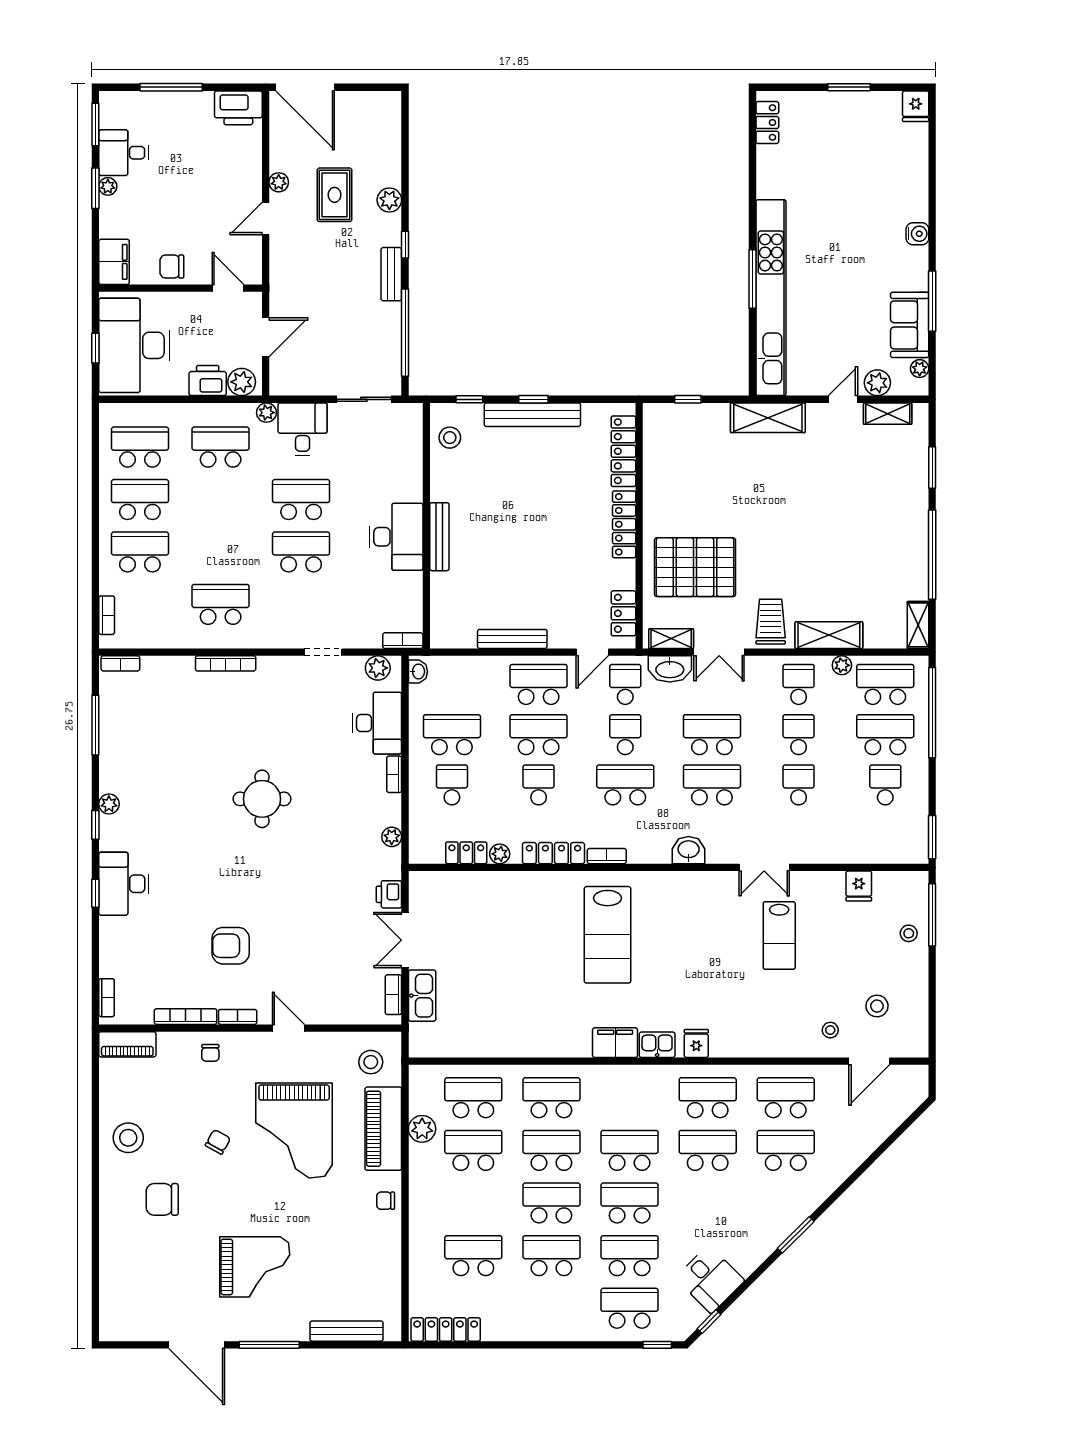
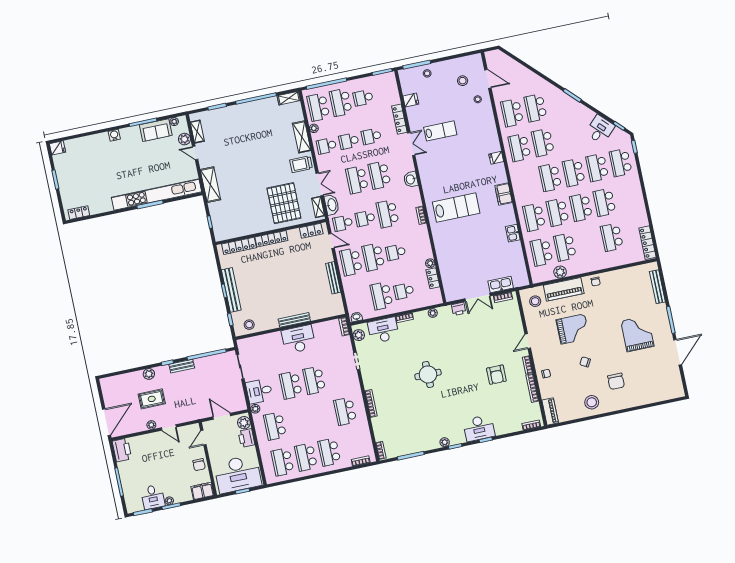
locker: (553, 853) -> (399, 119), moved
kitchen sink: (657, 1045) -> (513, 233), moved
grand piano: (294, 1131) -> (573, 329), width x0.73, depth x0.68

